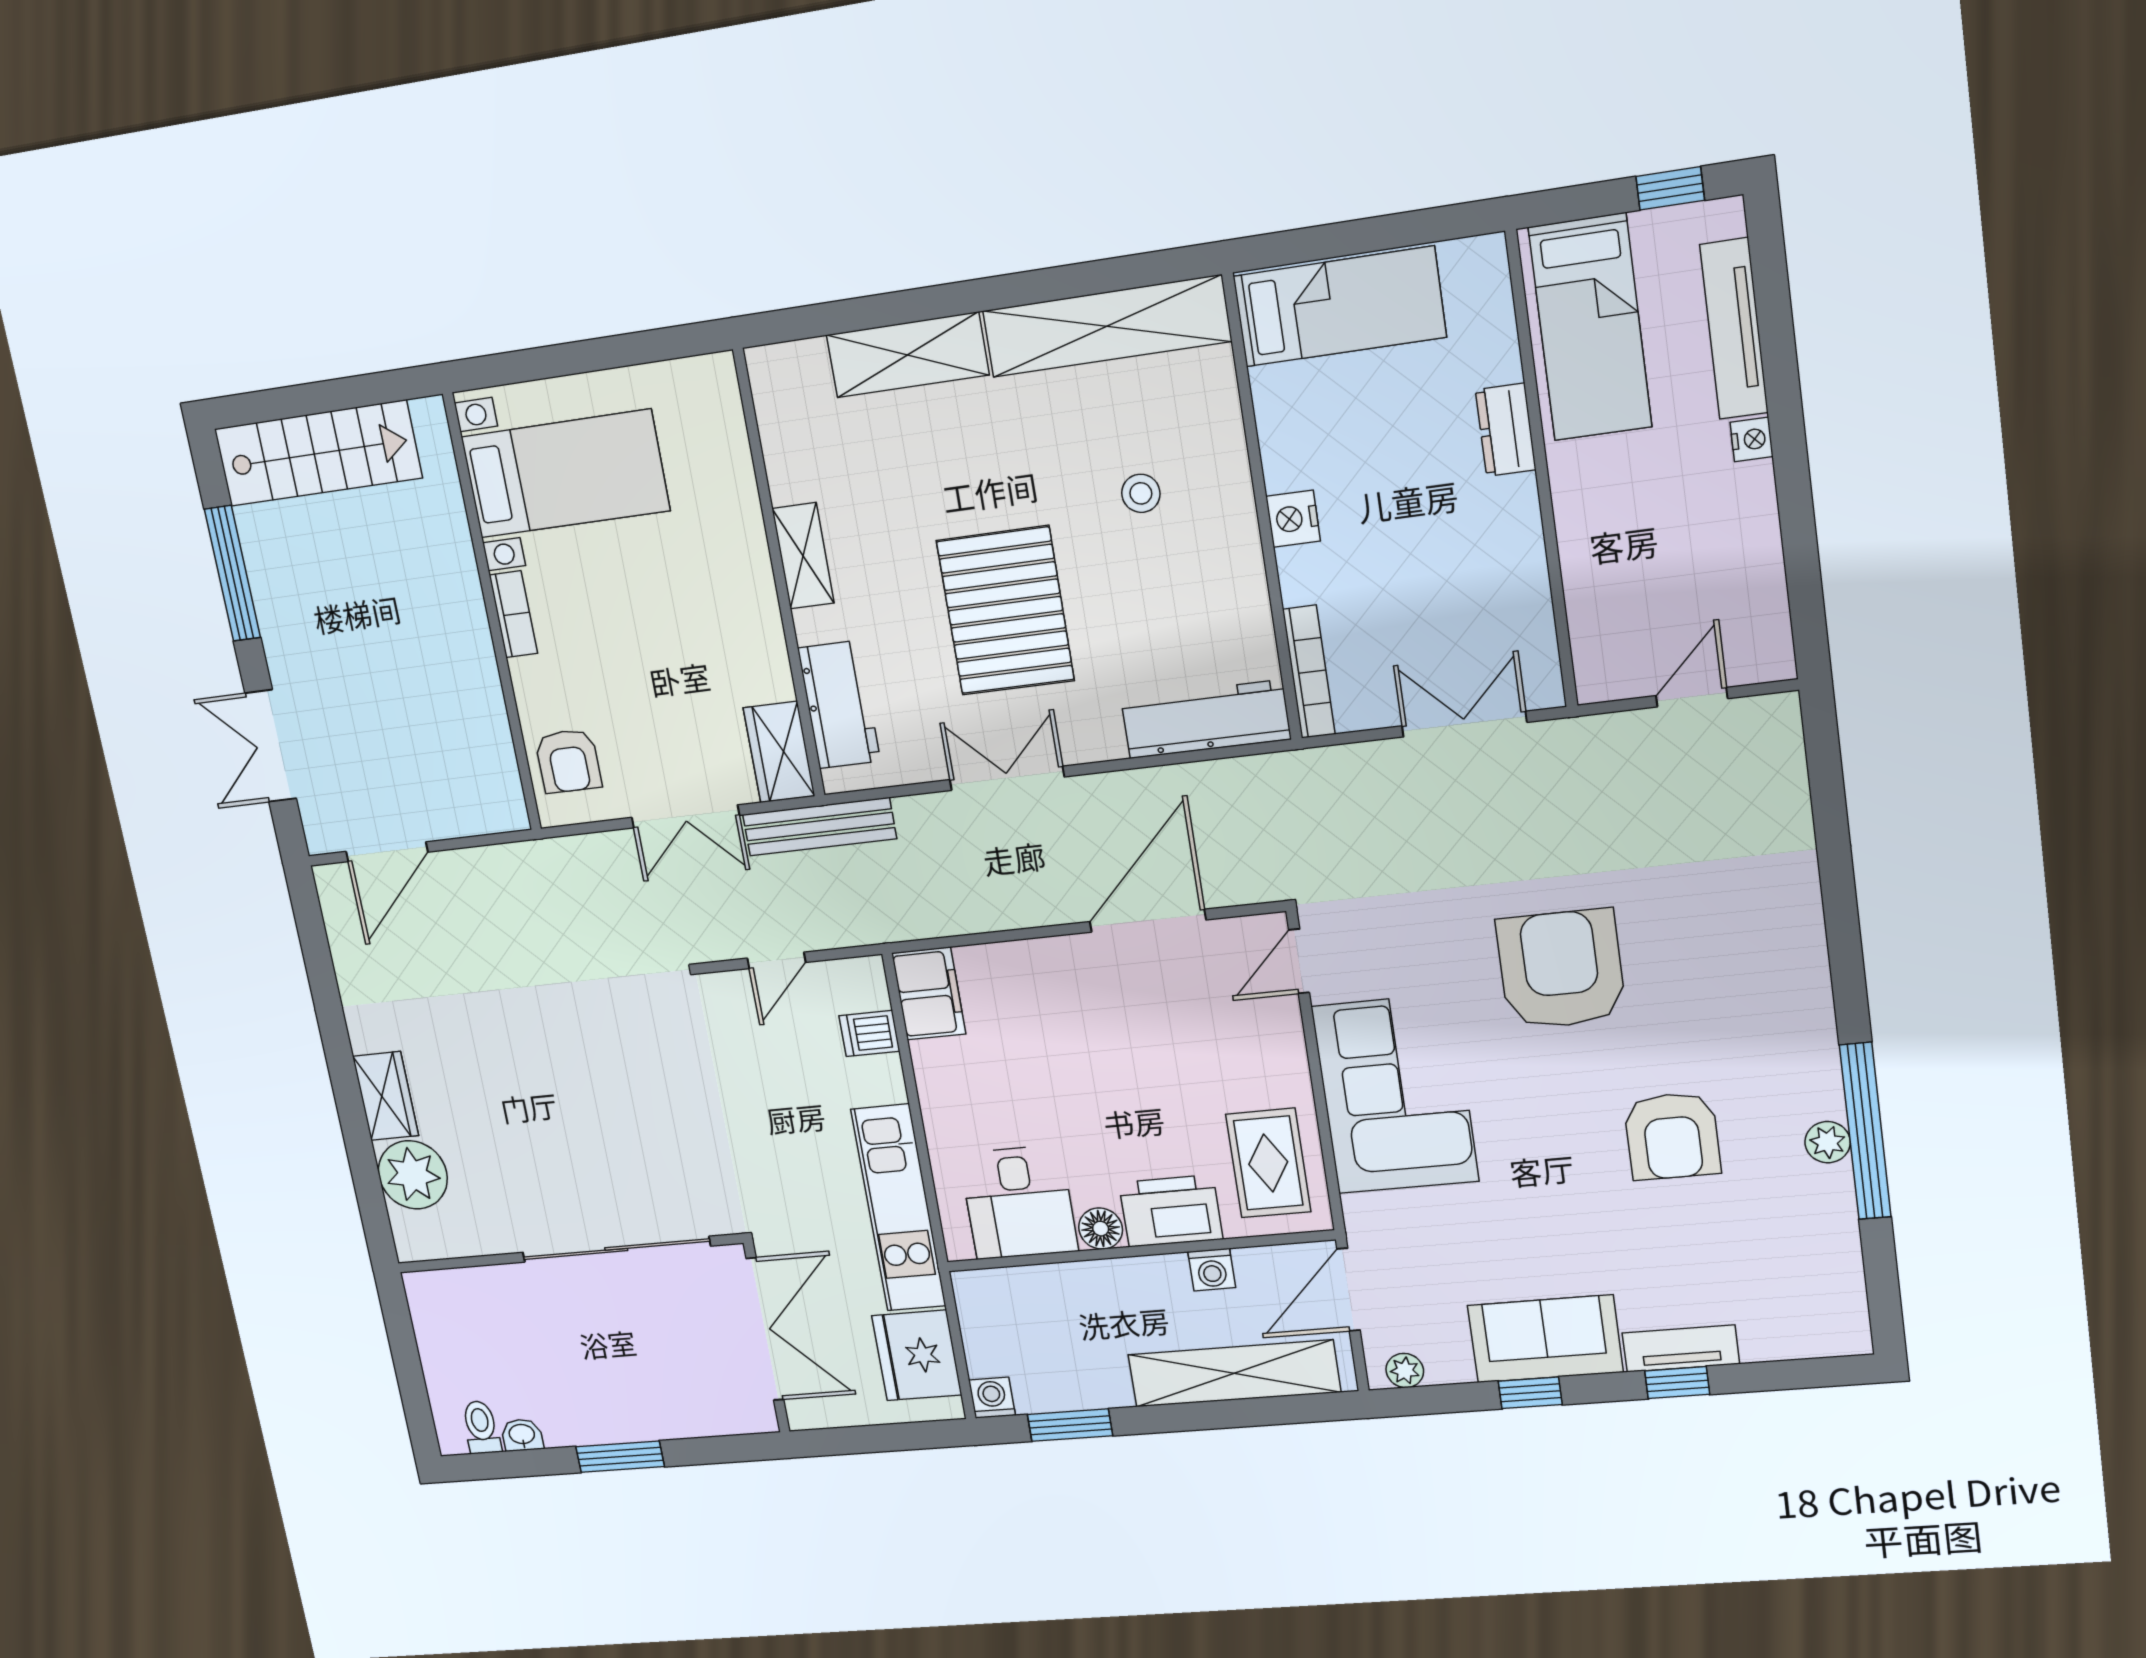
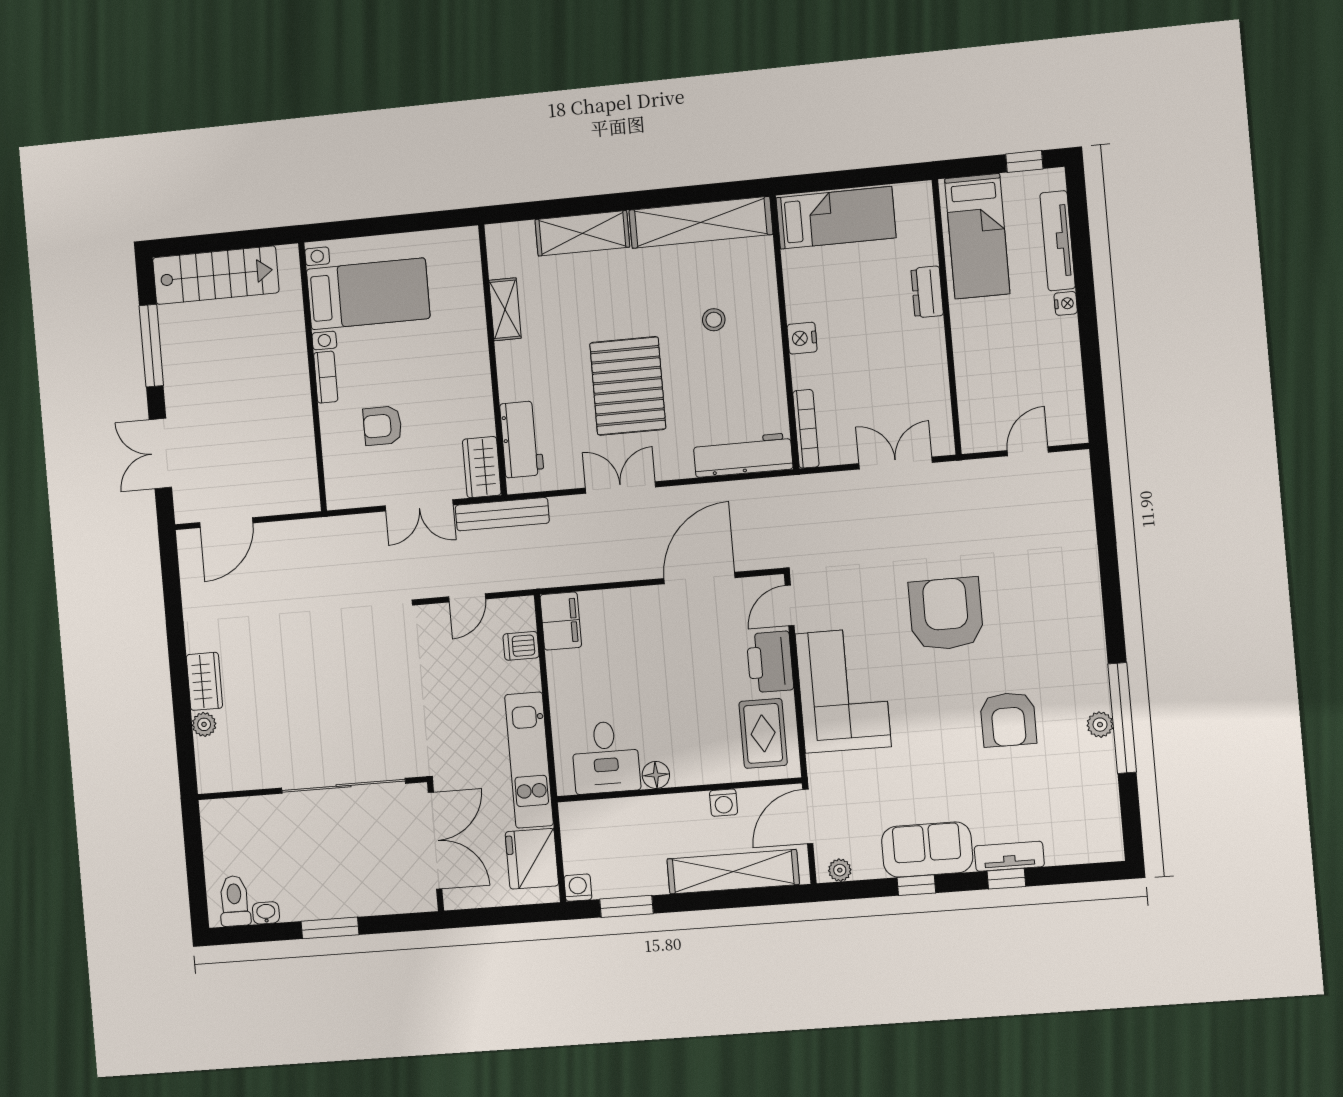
shelving: (803, 556) -> (505, 309), moved
armchair: (568, 761) -> (382, 426), moved, turned 90
plant: (413, 1175) -> (204, 724), width x0.53, depth x0.53
printer: (1171, 1211) -> (770, 662), moved, turned -90
toilet: (481, 1427) -> (235, 901), width x1.37, depth x1.39

